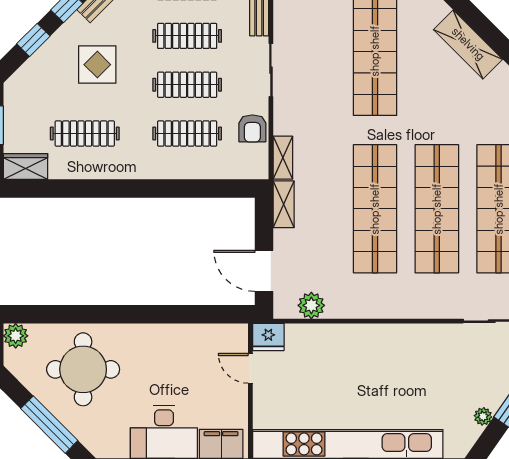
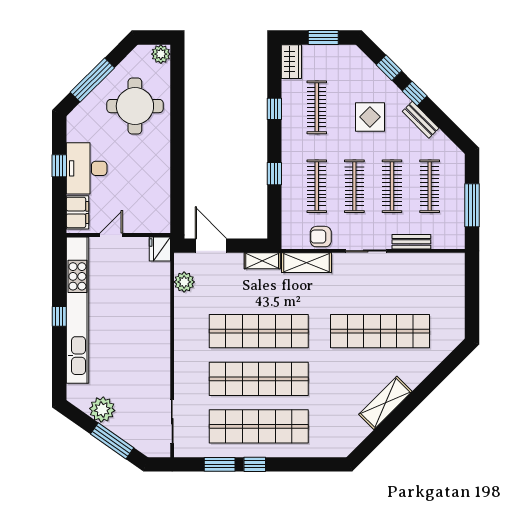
shelving: (283, 158) -> (306, 263), width x1.50, depth x1.33
window: (87, 188) -> (274, 109), added
window: (171, 188) -> (274, 174), added
door: (264, 271) -> (211, 246), hinge flipped
door: (250, 368) -> (111, 235), moved
plant: (483, 416) -> (102, 409), width x1.88, depth x1.88

